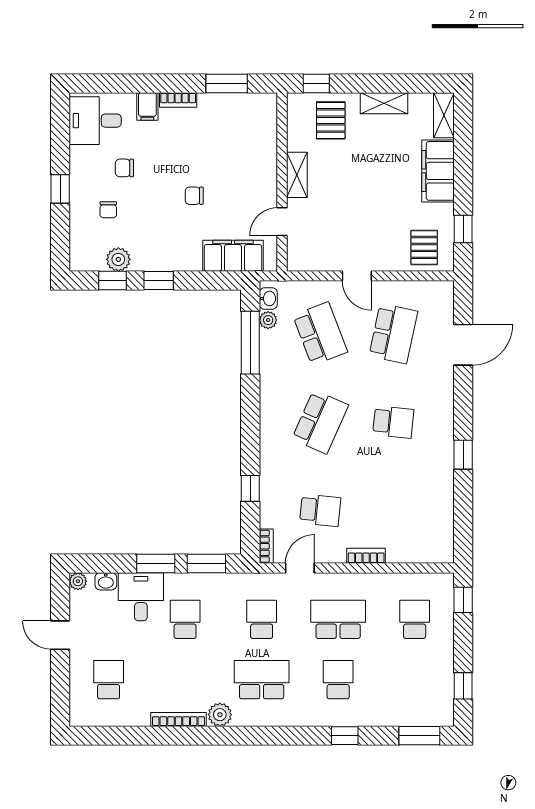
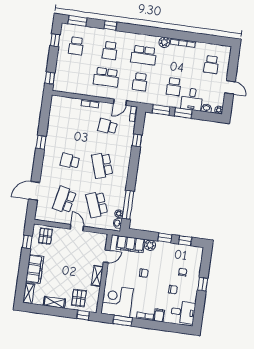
corner desk: (245, 125) -> (117, 301), added
plant: (118, 259) -> (150, 245), moved
school desk: (320, 422) -> (102, 165), turned -42
school desk: (415, 619) -> (76, 46), moved

